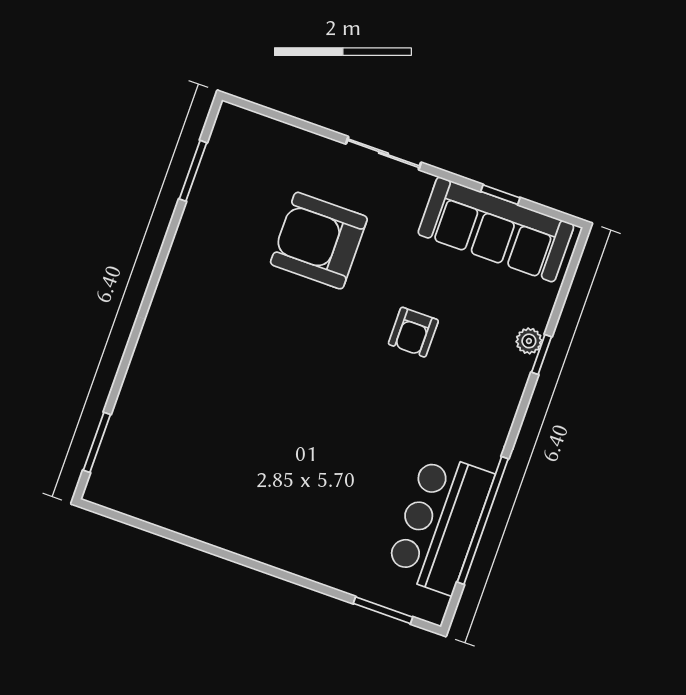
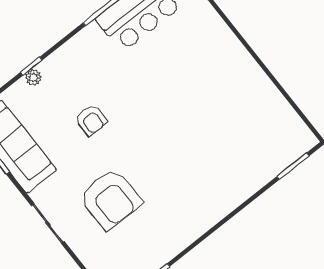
armchair: (413, 332) -> (91, 120), turned 90

